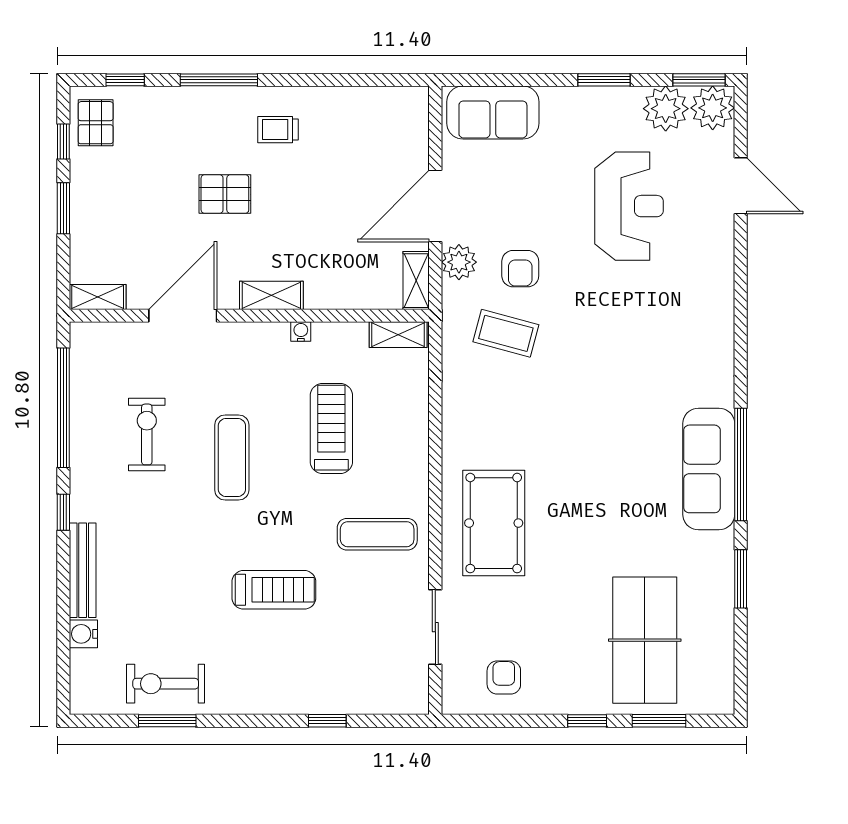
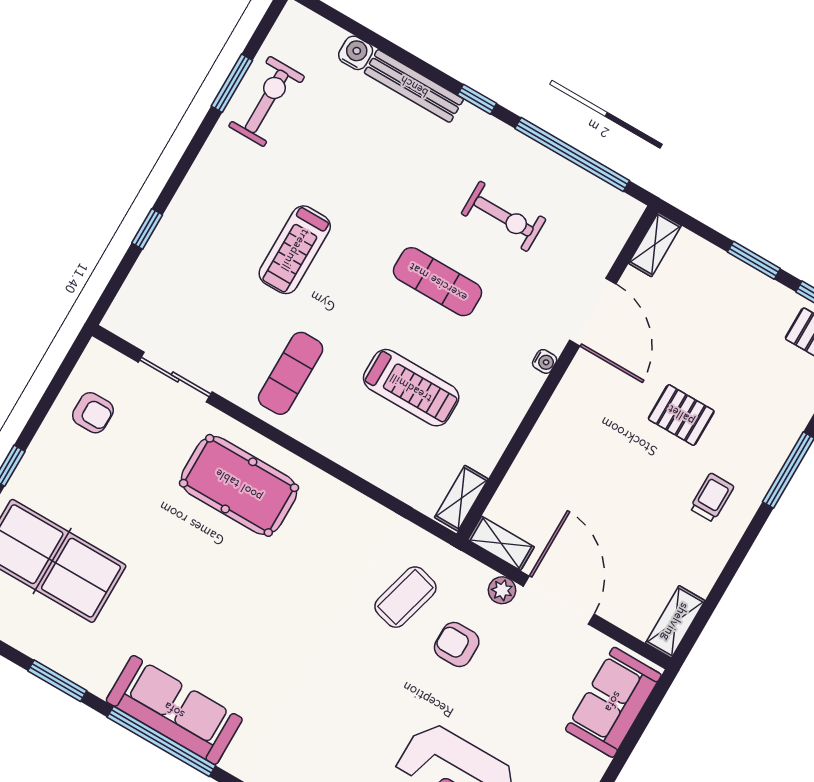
pallet: (225, 194) -> (681, 415), turned 90
plant: (459, 262) -> (502, 590), width x0.73, depth x0.73
shelving: (271, 295) -> (675, 622), moved
water cooler: (301, 332) -> (545, 361), moved

